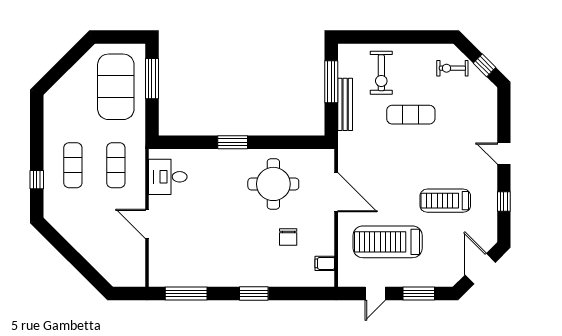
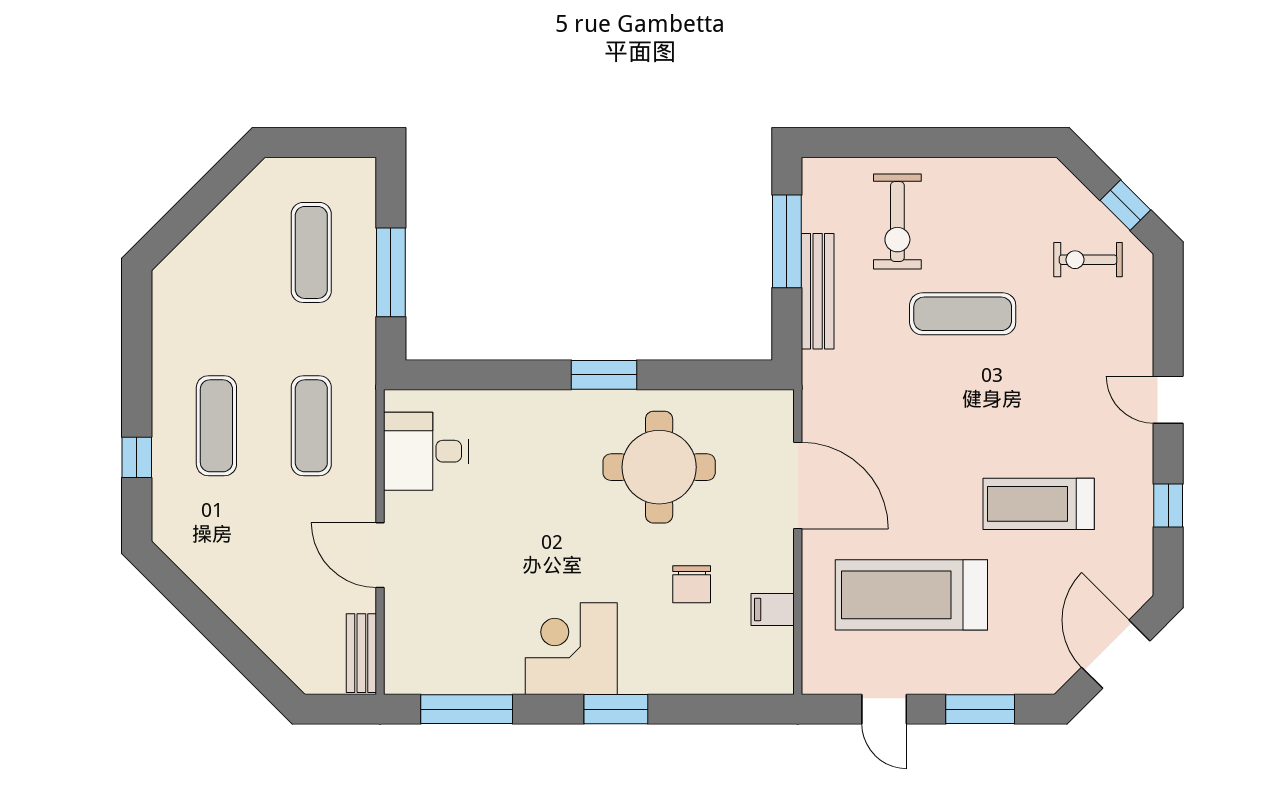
exercise bike: (452, 68) -> (1088, 260), moved
window: (152, 79) -> (391, 272), moved
exercise mat: (116, 87) -> (311, 252), width x0.50, depth x0.69
window: (233, 142) -> (604, 375), moved
filing cabinet: (325, 263) -> (773, 609), moved
corner desk: (234, 266) -> (571, 649), added
bench: (139, 268) -> (361, 653), added
door: (375, 294) -> (884, 709), hinge flipped

